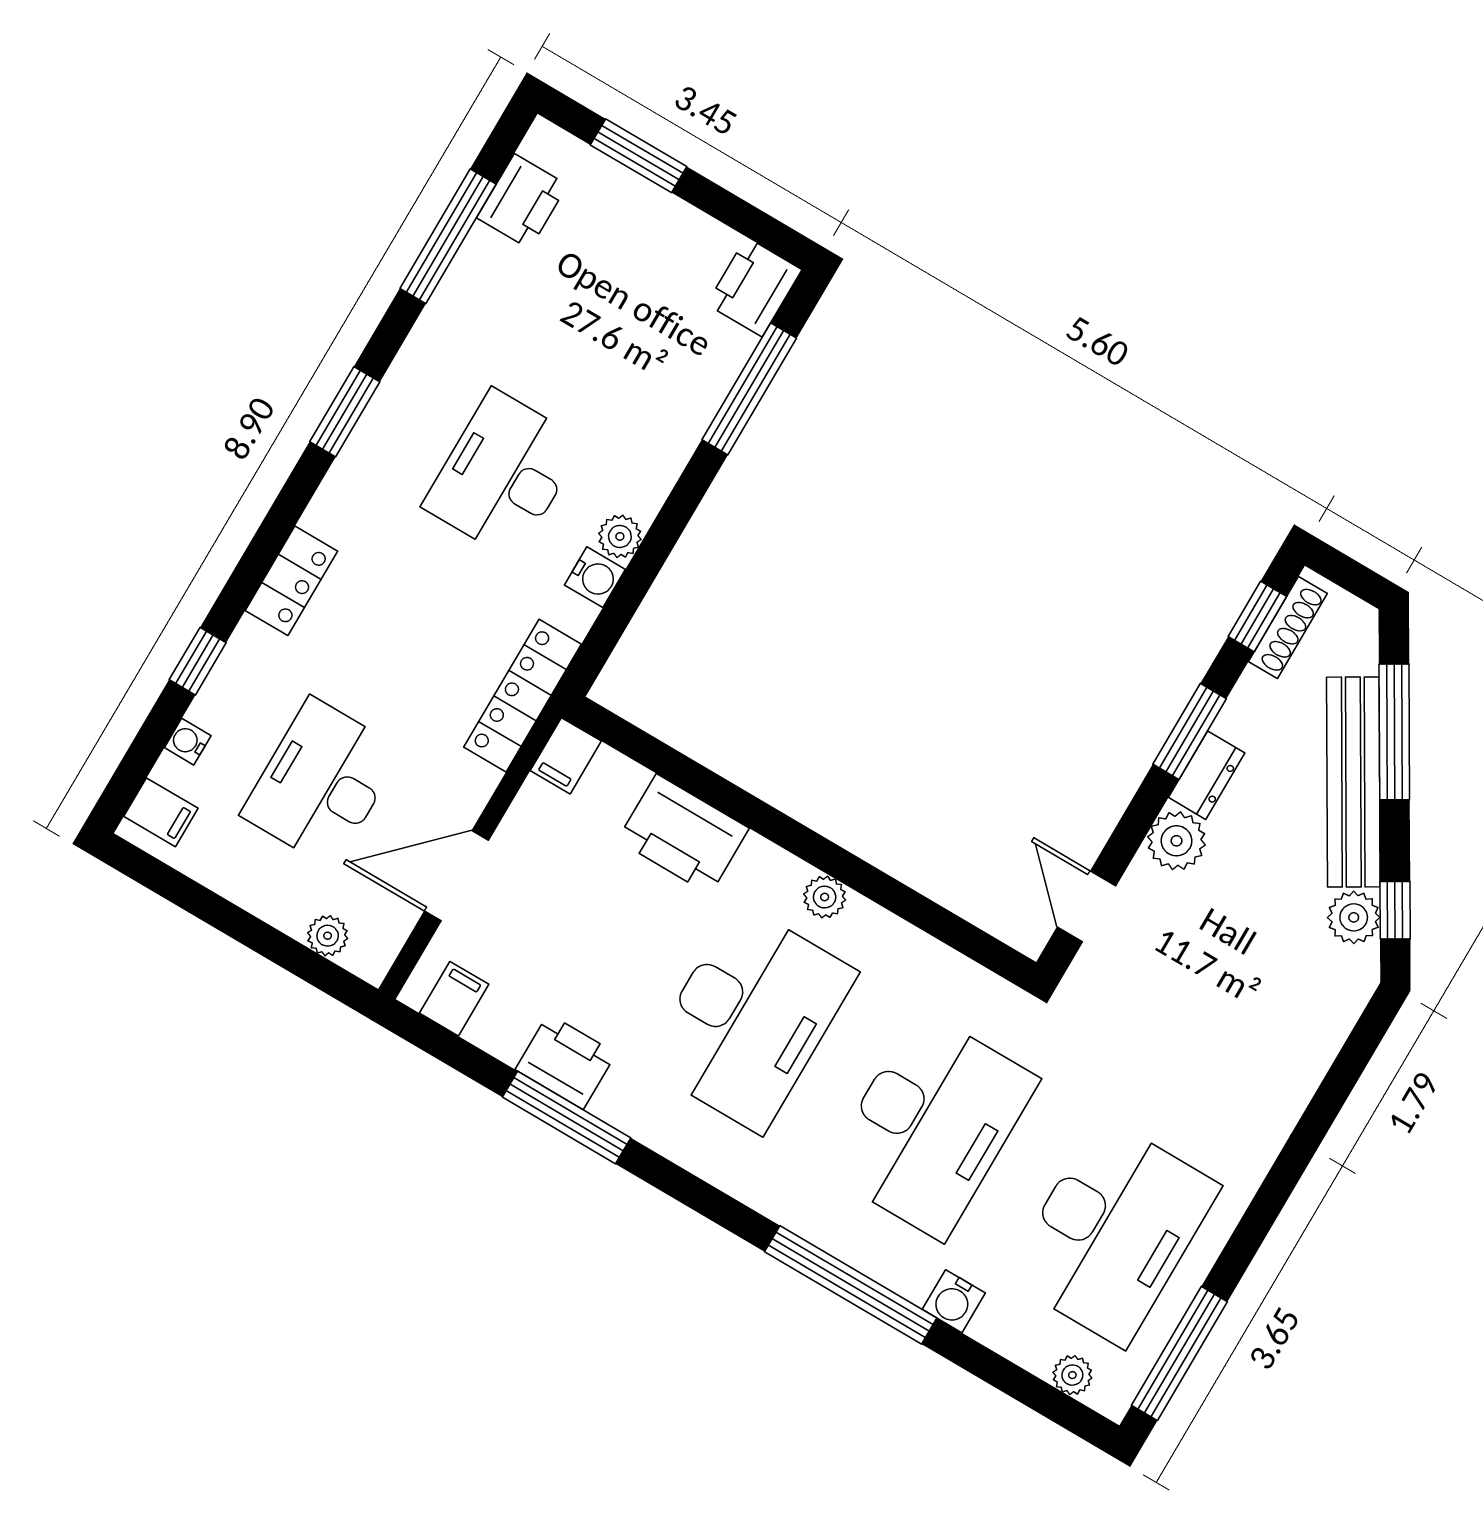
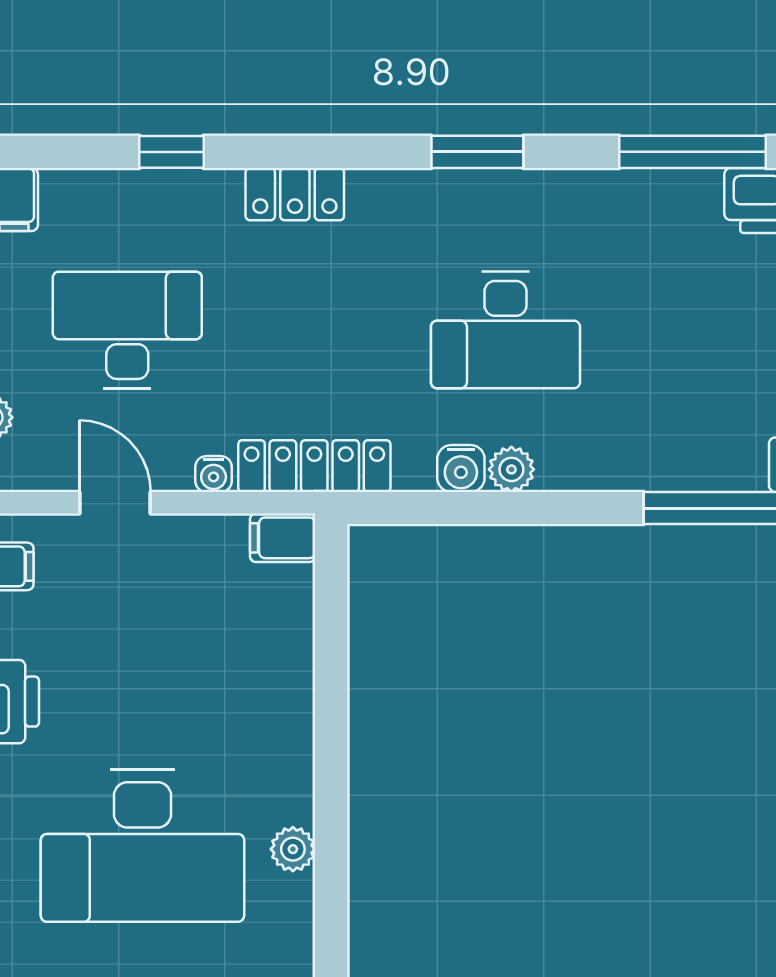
desk: (503, 474) -> (505, 330), turned 180
water cooler: (188, 742) -> (214, 474), moved, turned 180
printer: (683, 834) -> (274, 687), removed
door: (457, 876) -> (115, 503), width x0.73

